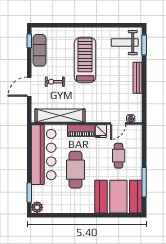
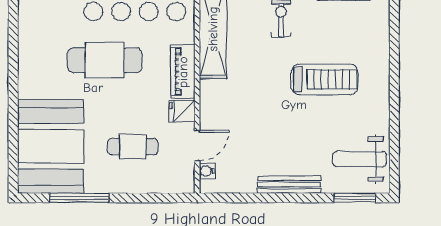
weight bench: (125, 43) -> (359, 159), turned -90
treadmill: (85, 60) -> (325, 79), width x0.73, depth x0.73
door: (118, 124) -> (197, 146), swing flipped

